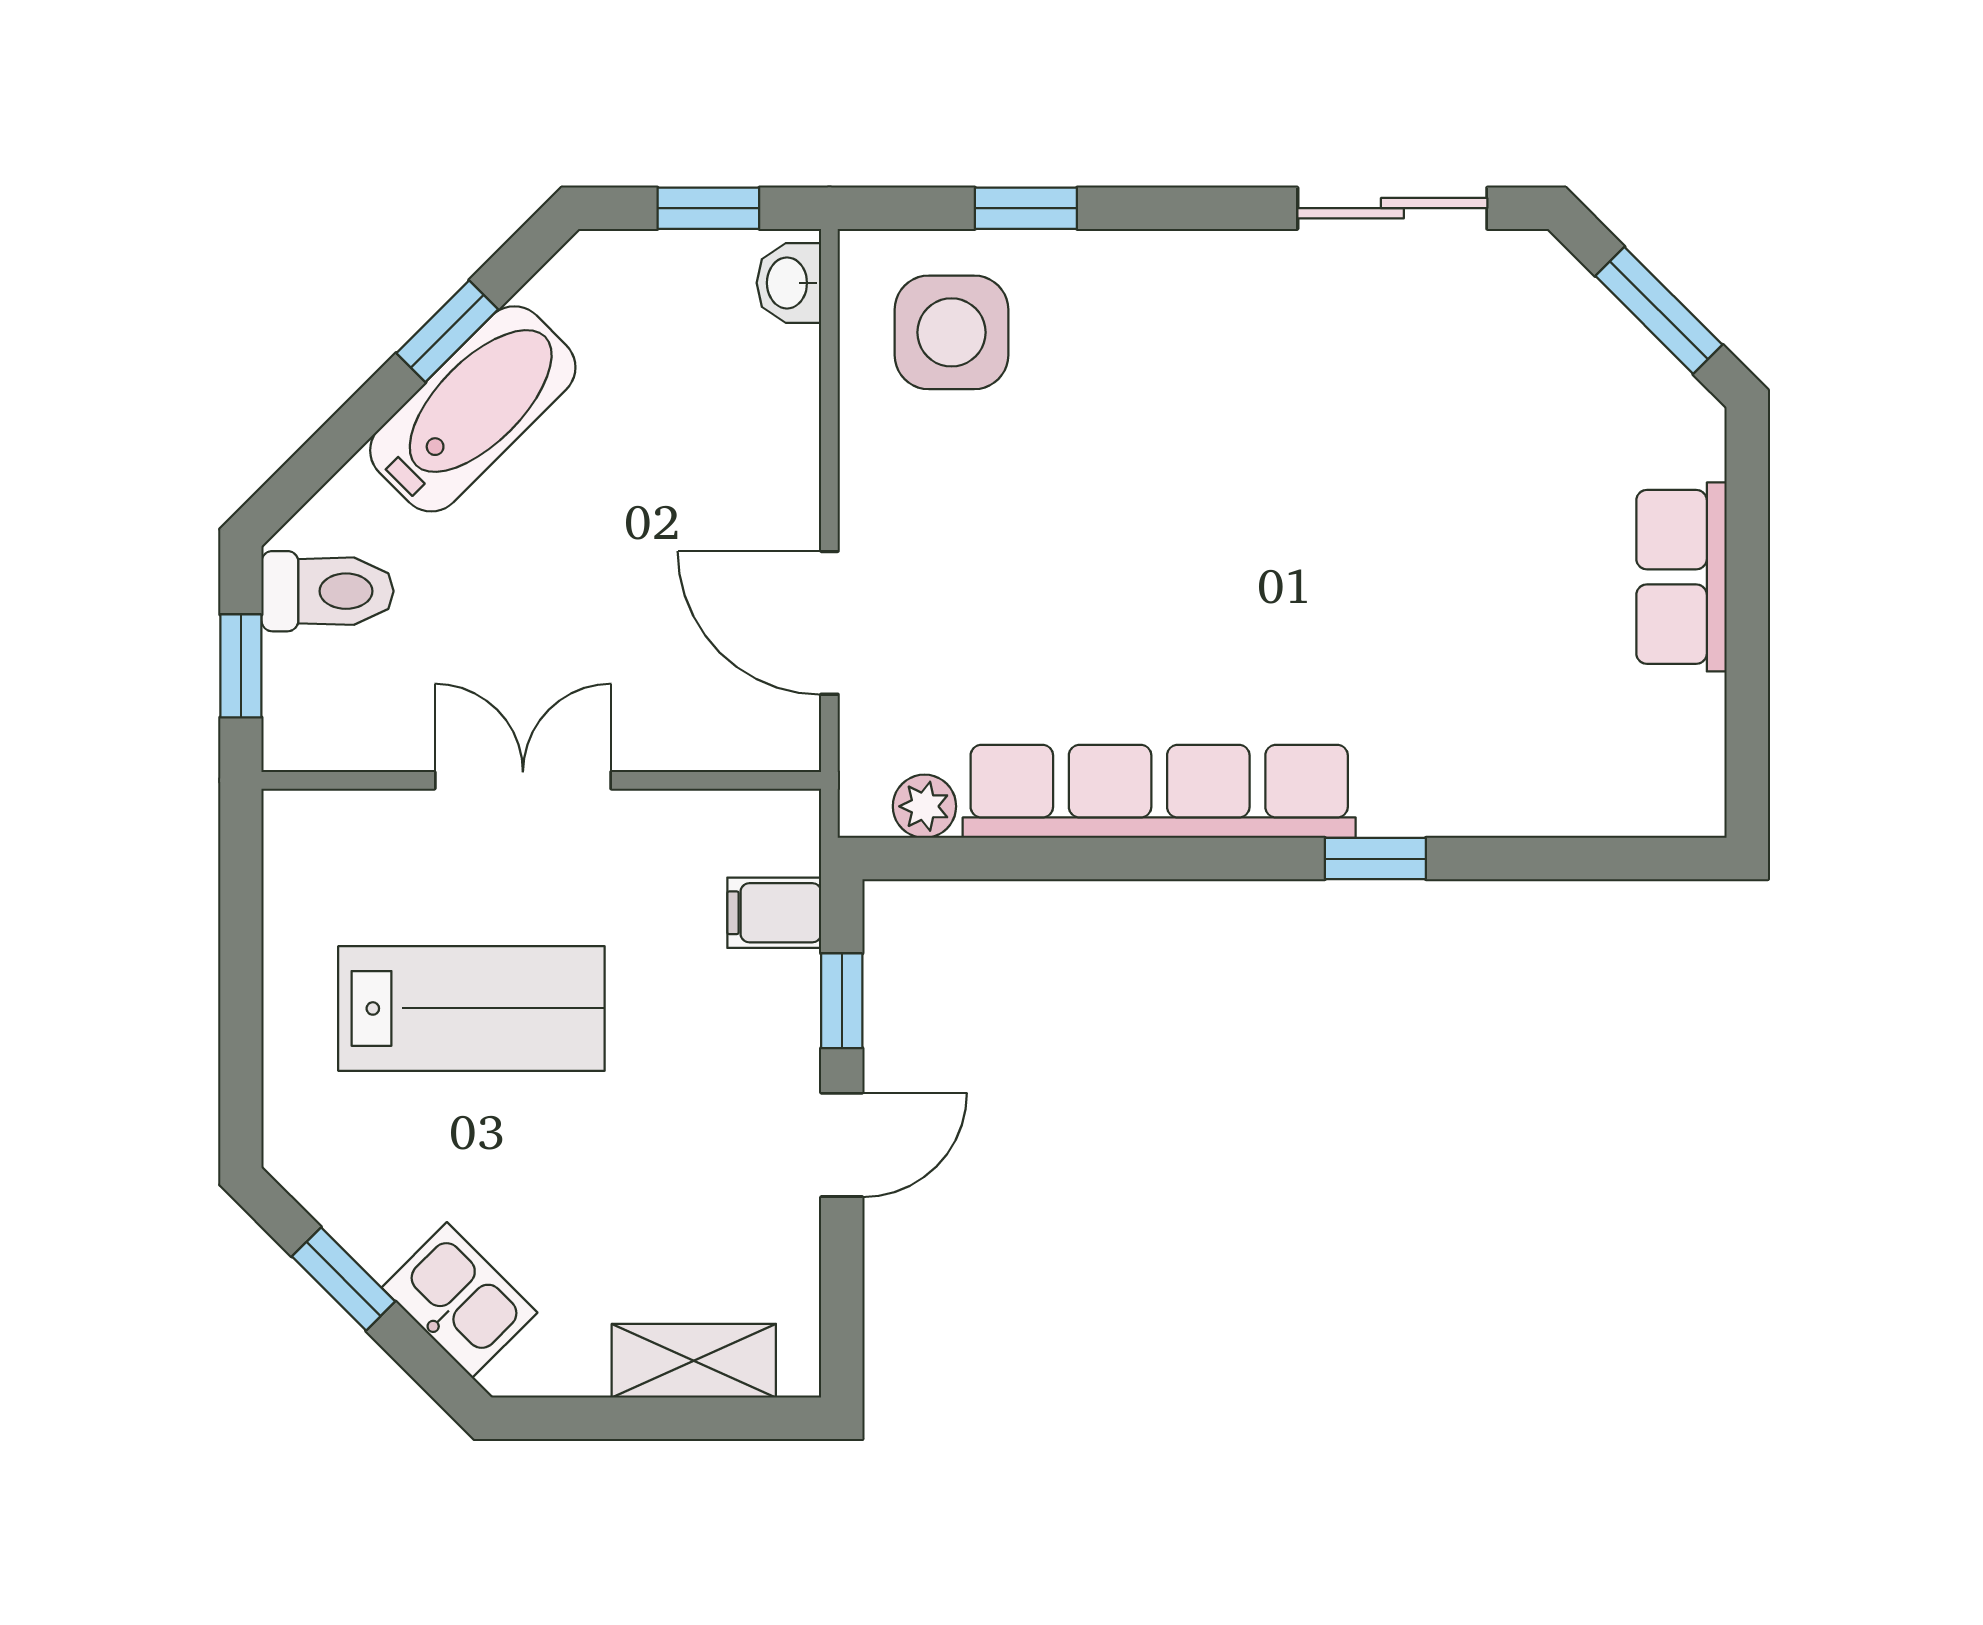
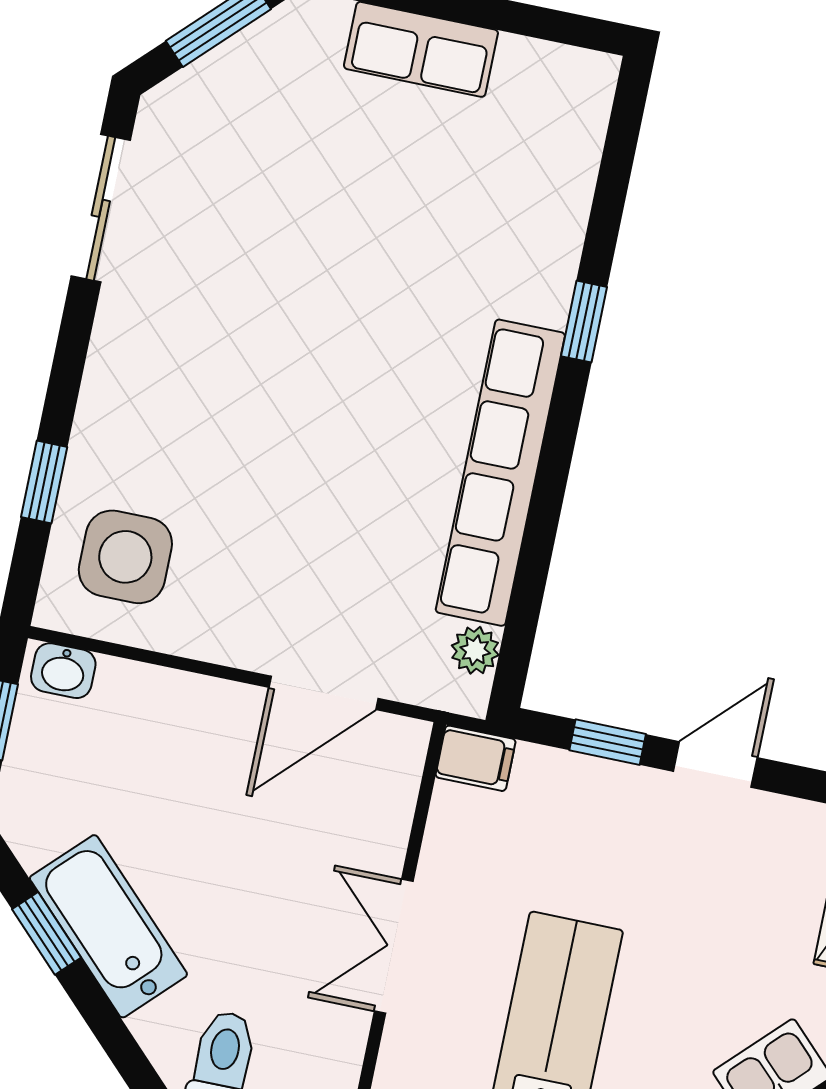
filing cabinet: (774, 913) -> (476, 758), moved, turned -90
door: (842, 1145) -> (715, 764), hinge flipped

